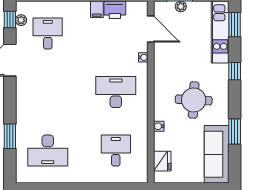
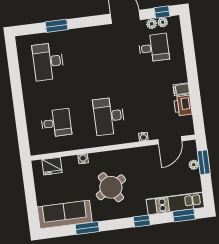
plant: (21, 32) -> (152, 24), added
desk: (116, 92) -> (109, 116), turned 180
round table: (194, 100) -> (111, 187), turned -34

